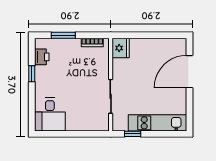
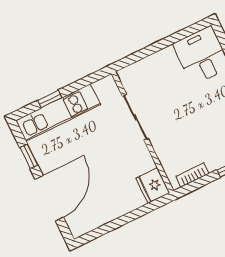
window: (190, 104) -> (29, 156), added
window: (133, 134) -> (50, 99), moved

